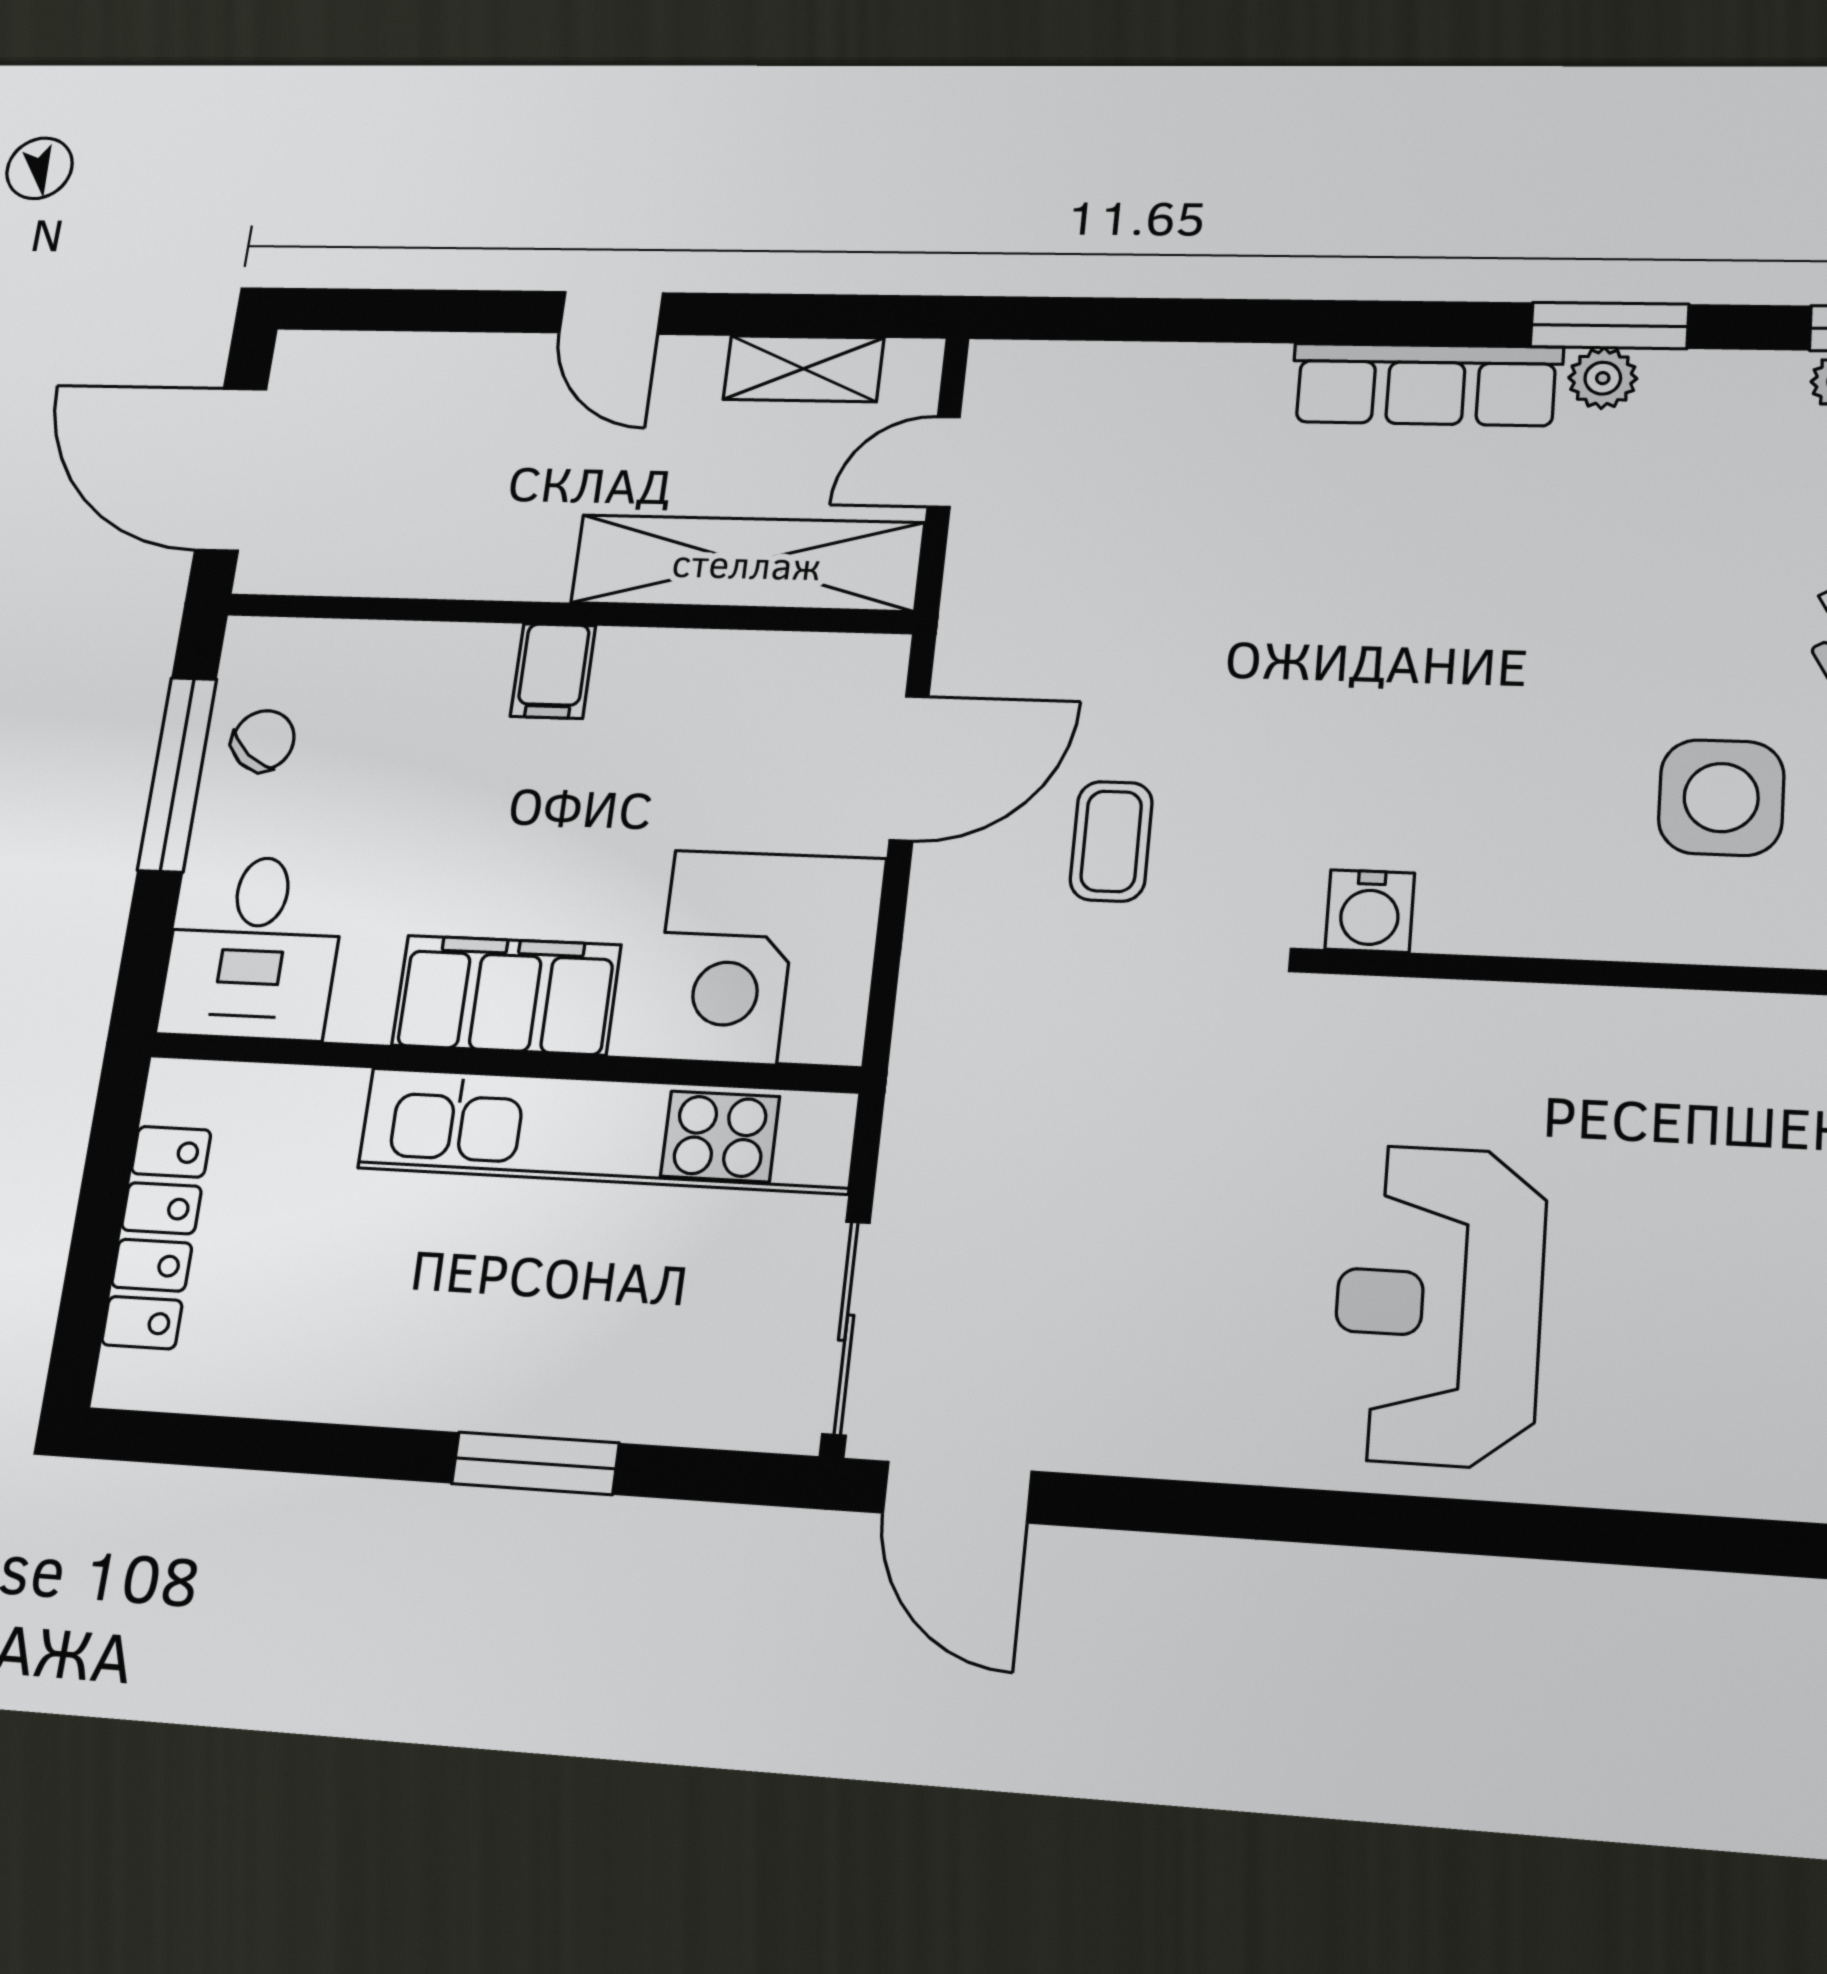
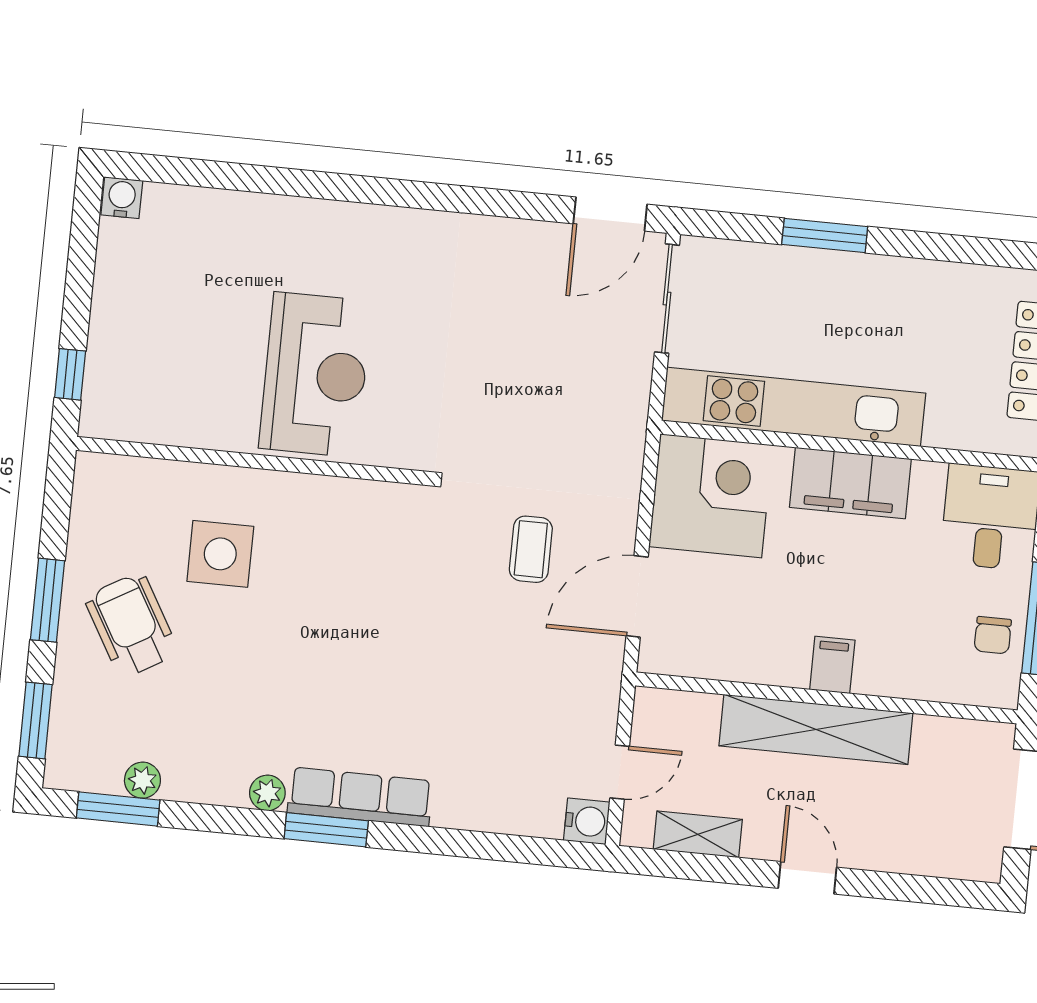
window: (1609, 326) -> (326, 830), moved
shelving: (747, 563) -> (816, 729), moved
chair: (263, 741) -> (993, 635), turned -40
water cooler: (1370, 911) -> (587, 821), moved, turned 90
reception desk: (1438, 1305) -> (315, 375), moved
door: (957, 1492) -> (610, 214), swing flipped

